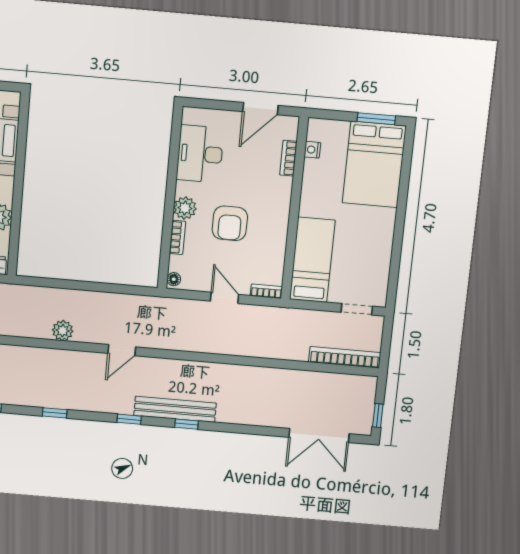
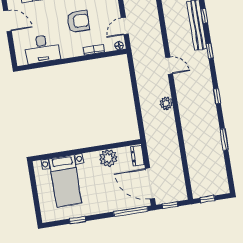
plant: (185, 208) -> (76, 50), removed
door: (225, 298) -> (125, 26), moved

